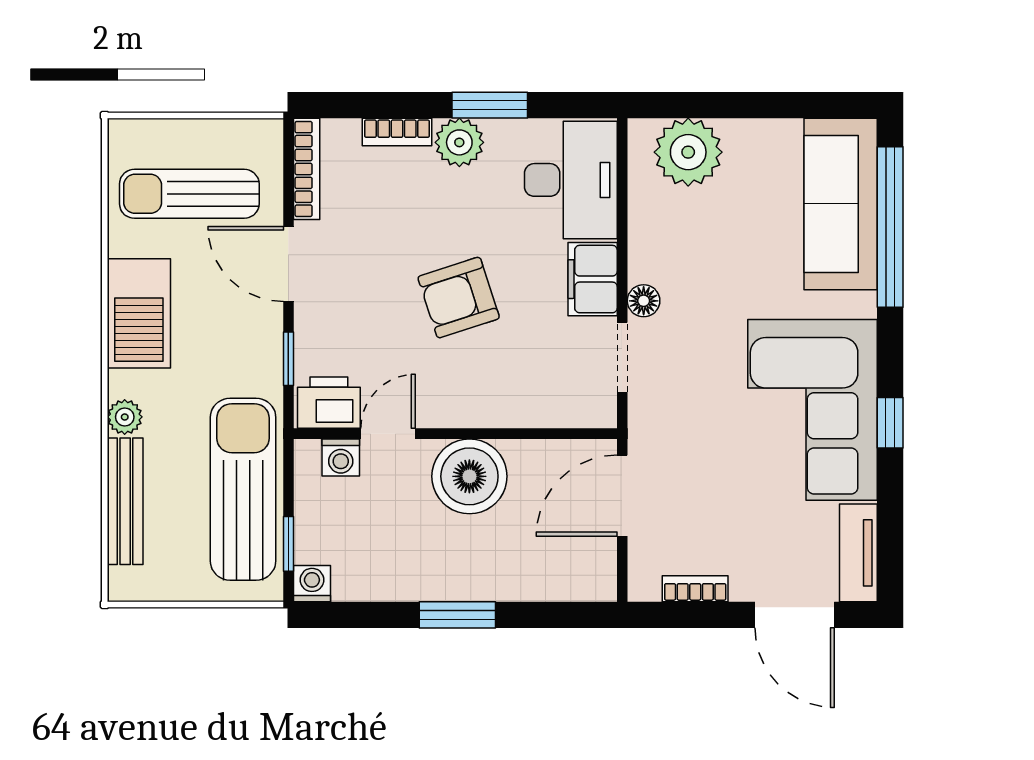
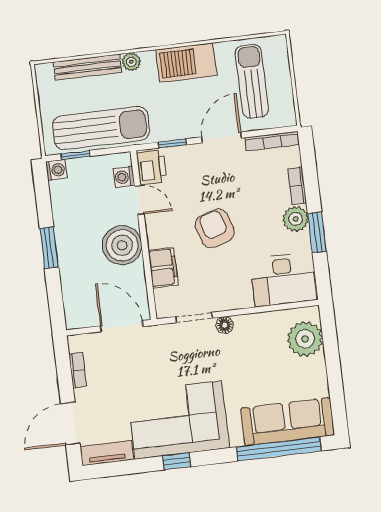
filing cabinet: (593, 279) -> (163, 268), moved, turned 90

